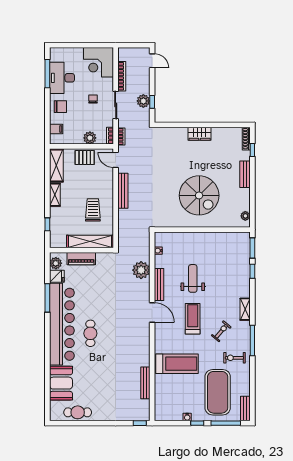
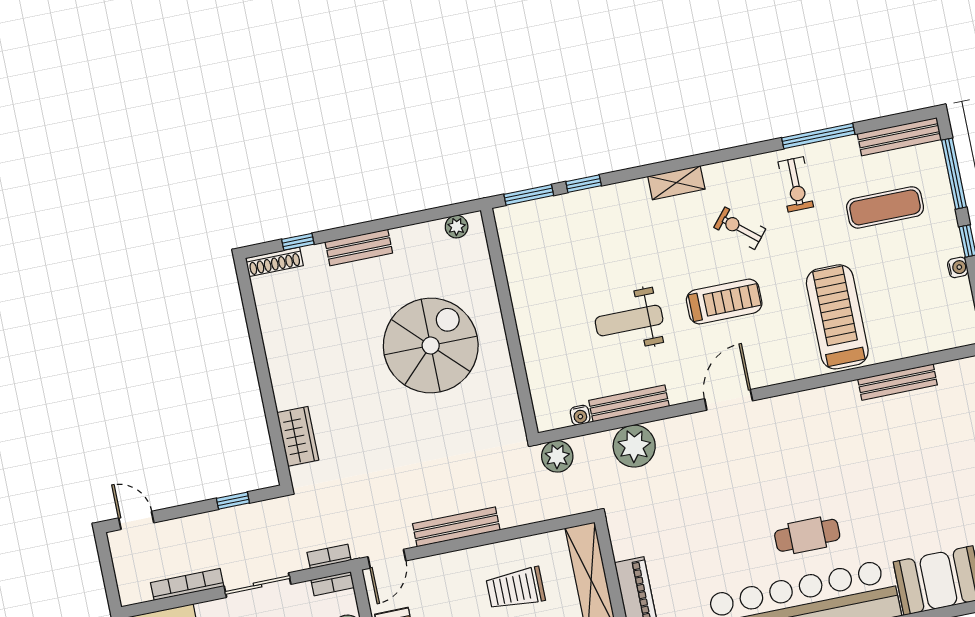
door: (152, 61) -> (136, 520), hinge flipped
plant: (143, 101) -> (557, 456), moved
wardrobe: (200, 134) -> (298, 436), moved
bench: (159, 285) -> (629, 403), moved
treadmill: (193, 319) -> (724, 302), turned 180
window: (252, 340) -> (818, 136), moved
exercise mat: (218, 392) -> (885, 207), width x0.50, depth x0.69
bench: (245, 408) -> (899, 137), width x1.36

